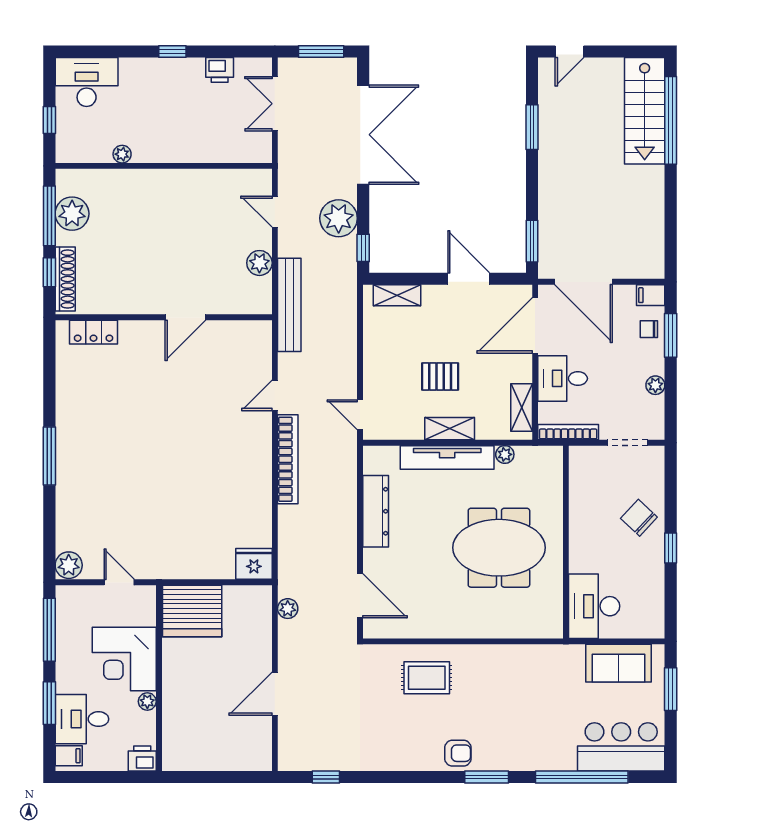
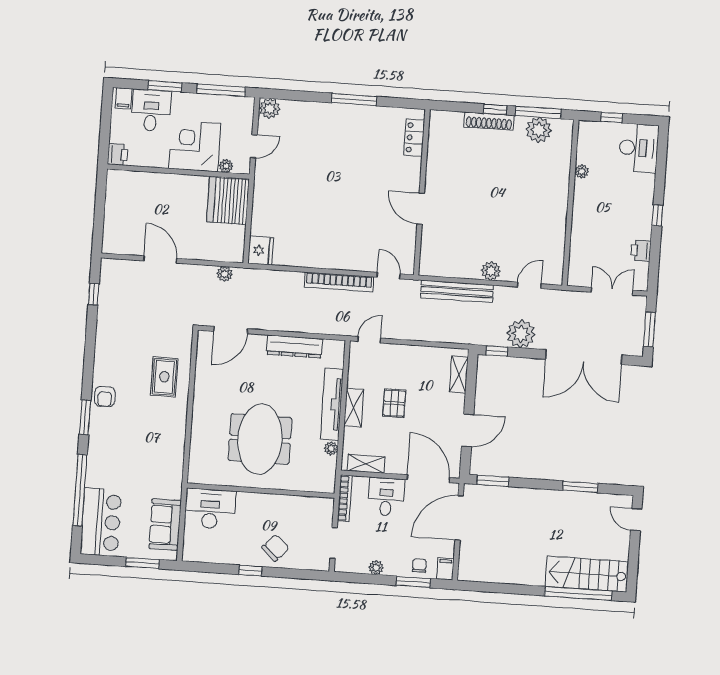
wall: (164, 317) -> (422, 192), moved
door: (185, 317) -> (421, 209), moved
locker: (94, 332) -> (414, 138), moved
plant: (147, 701) -> (226, 166), moved

